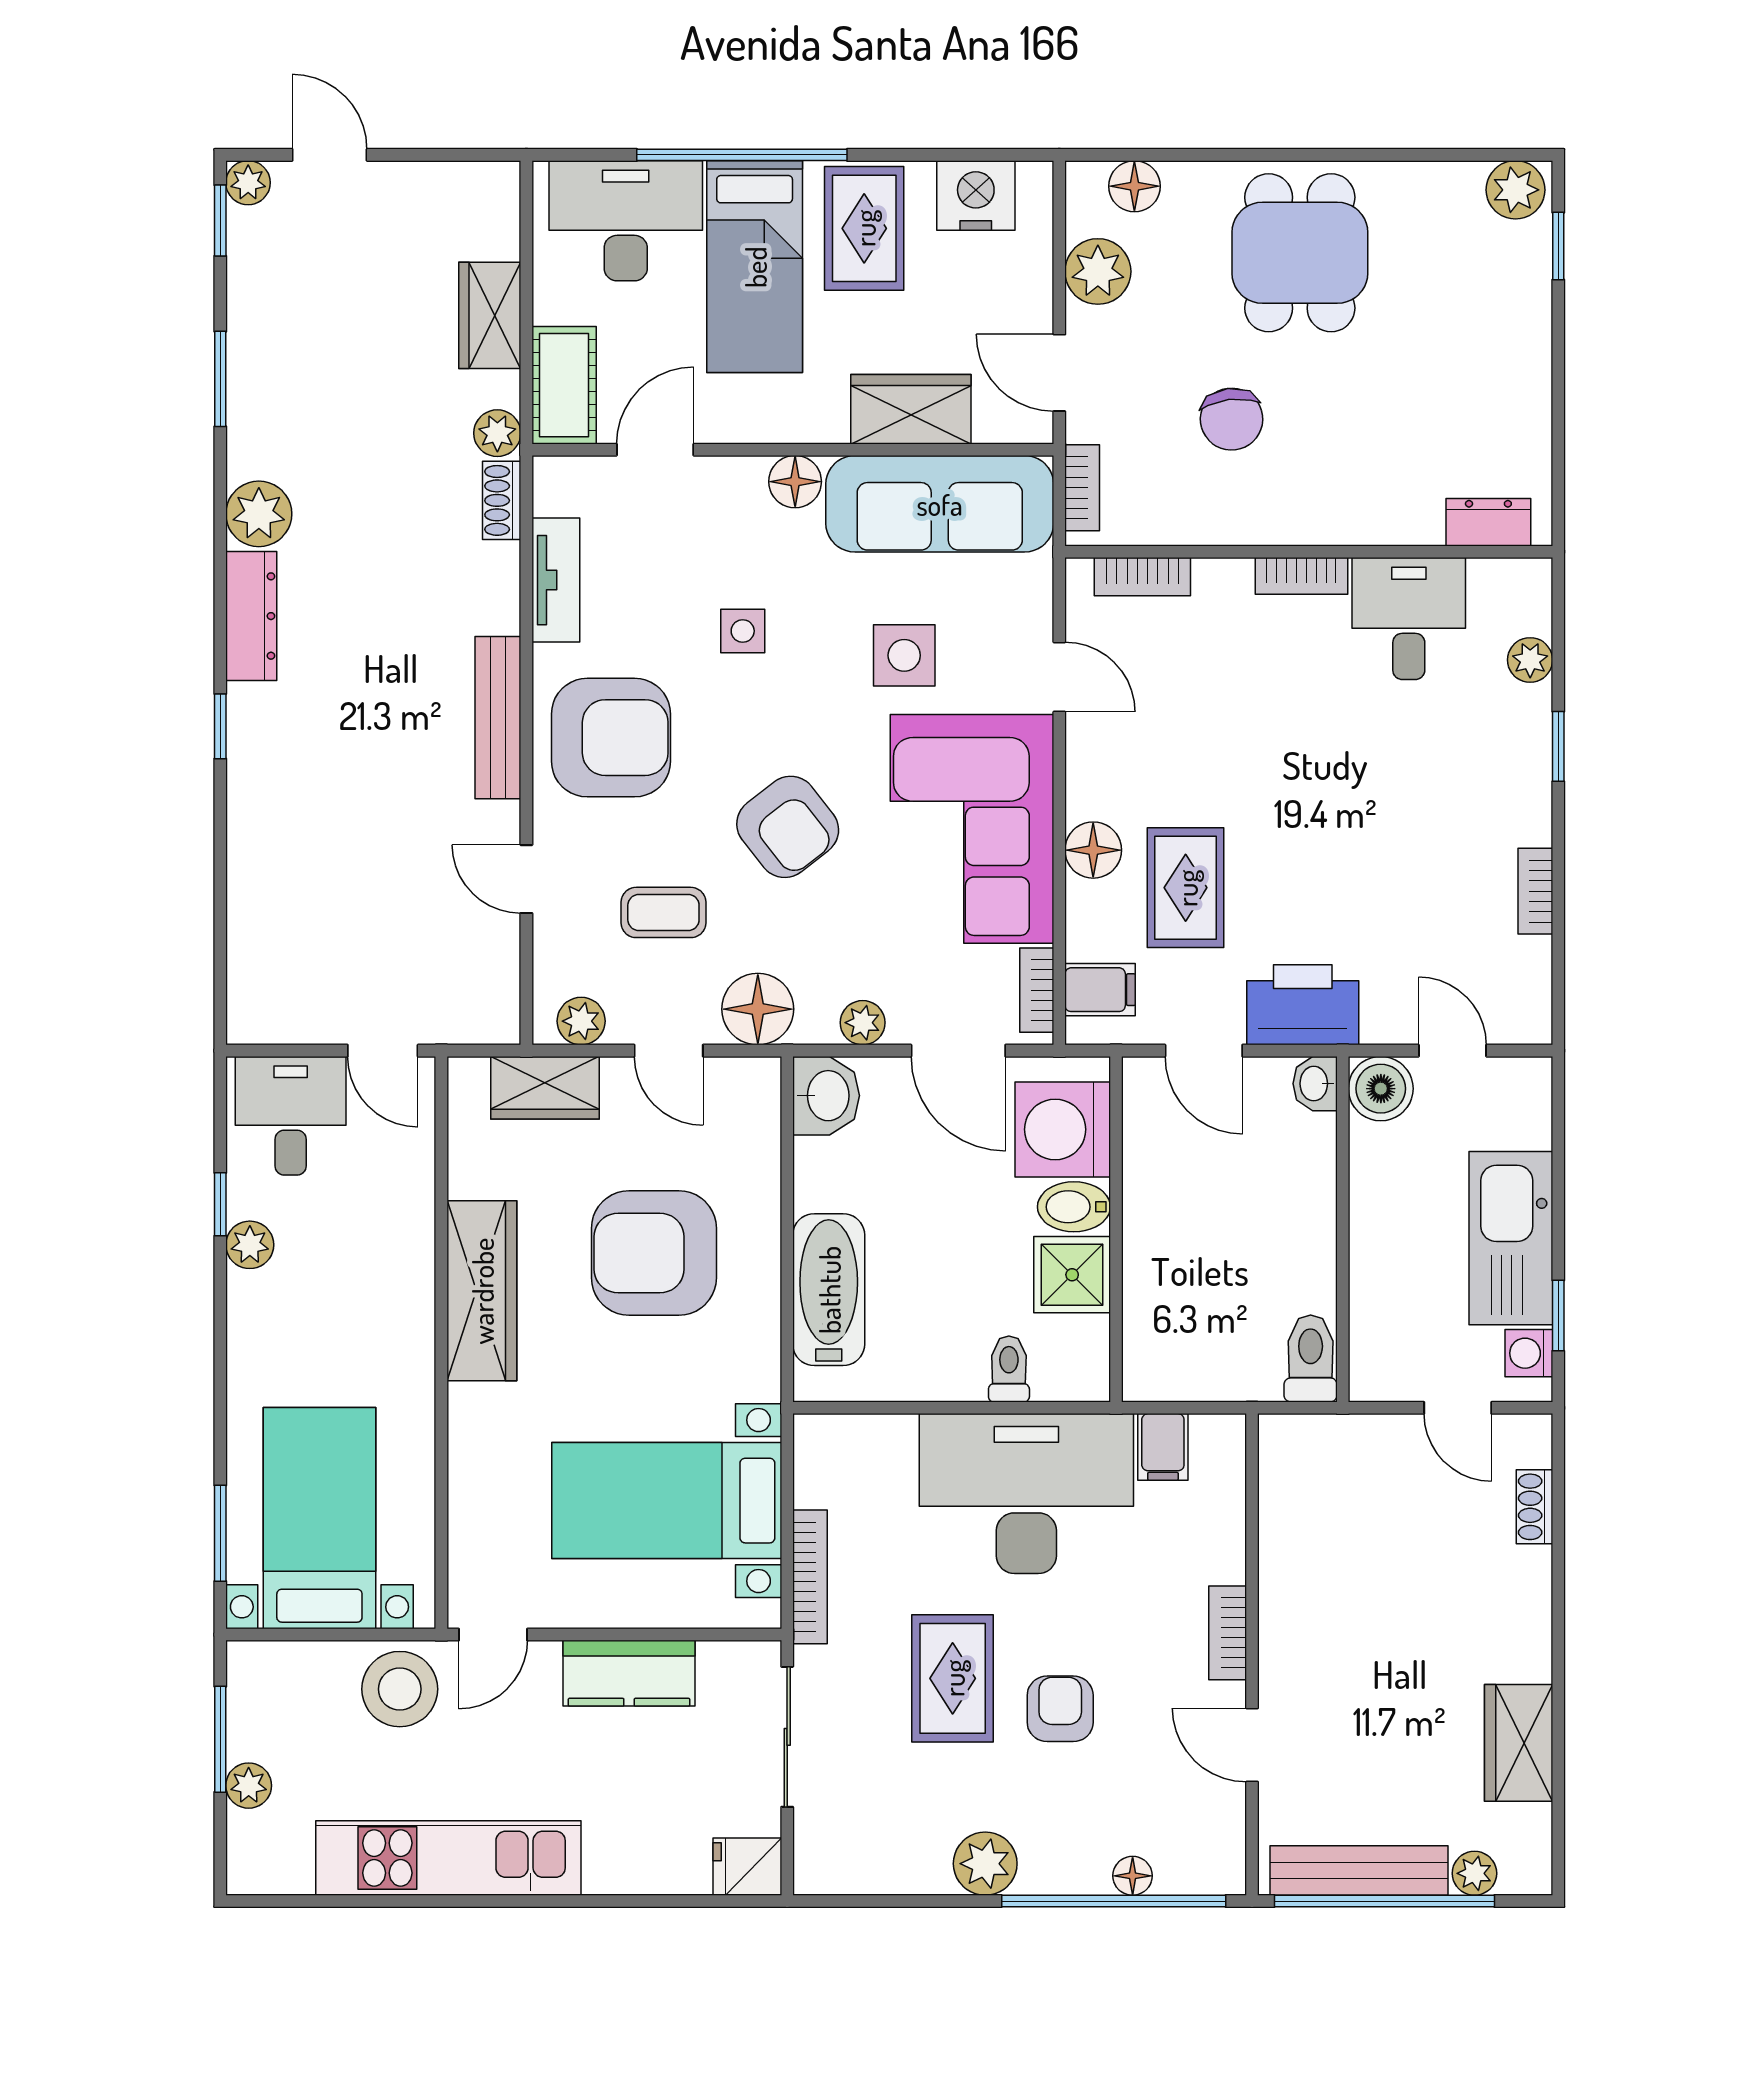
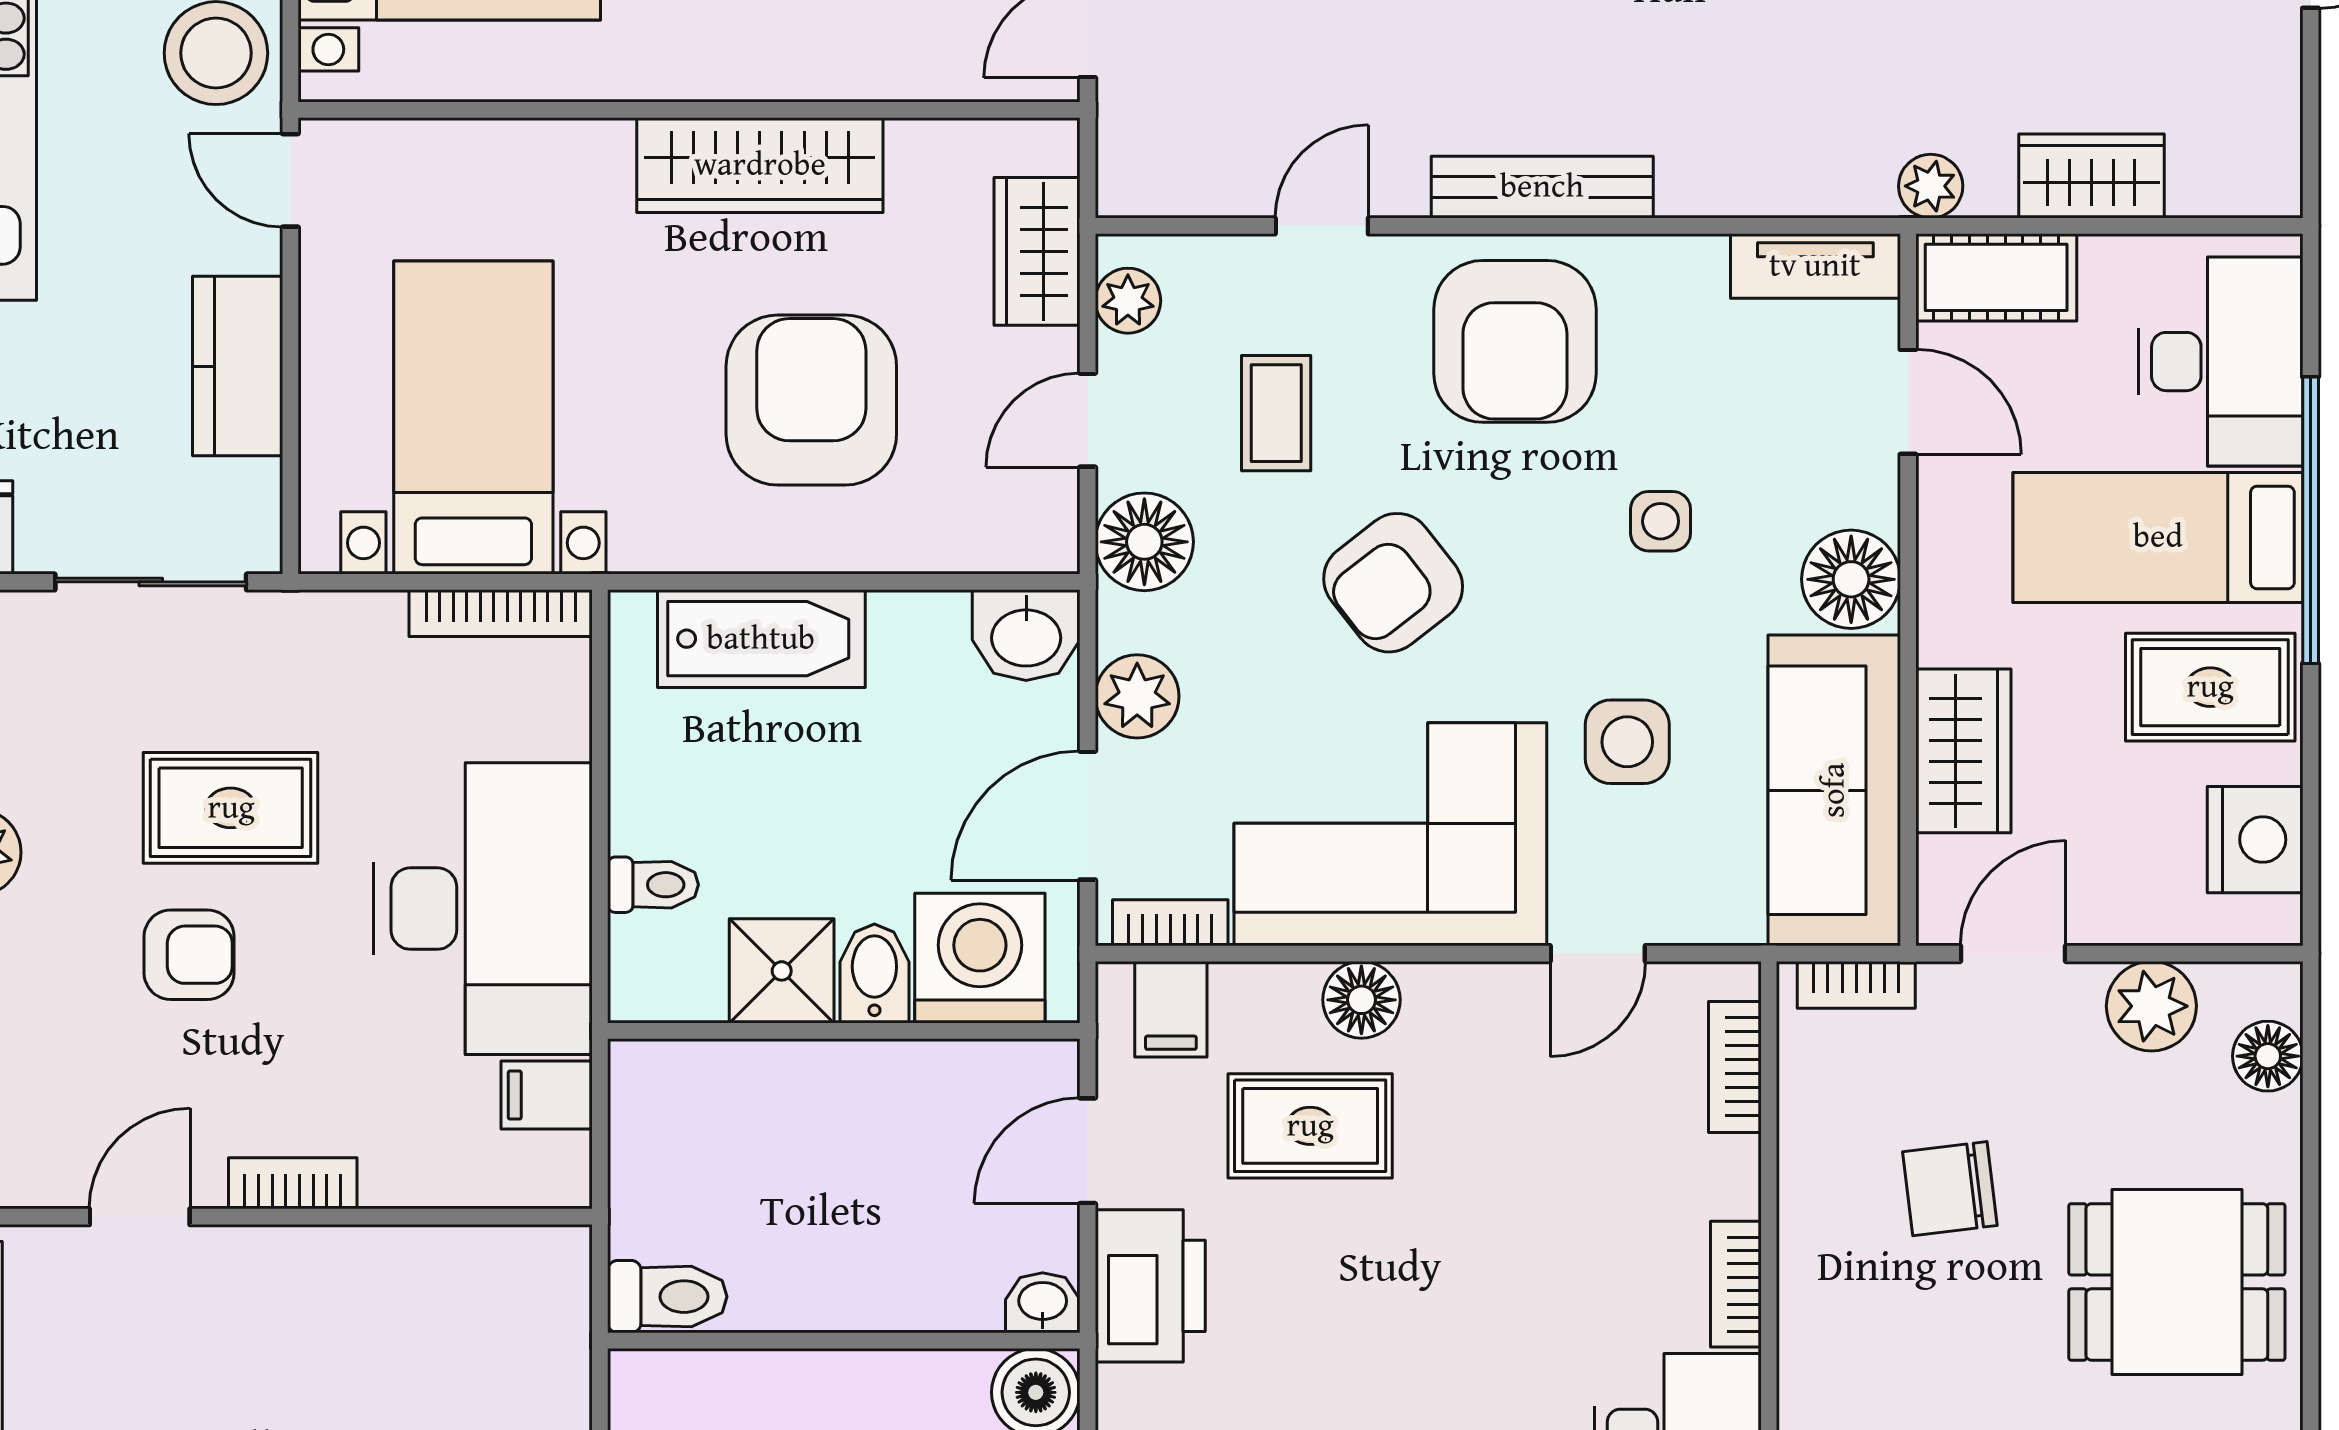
floor lamp: (795, 482) -> (1851, 579), width x1.38, depth x1.38
shoe rack: (502, 500) -> (1839, 192), removed
tv unit: (556, 580) -> (1815, 266), moved
plant: (863, 1023) -> (1137, 696), width x1.38, depth x1.38
bookcase: (810, 1577) -> (501, 613), moved

